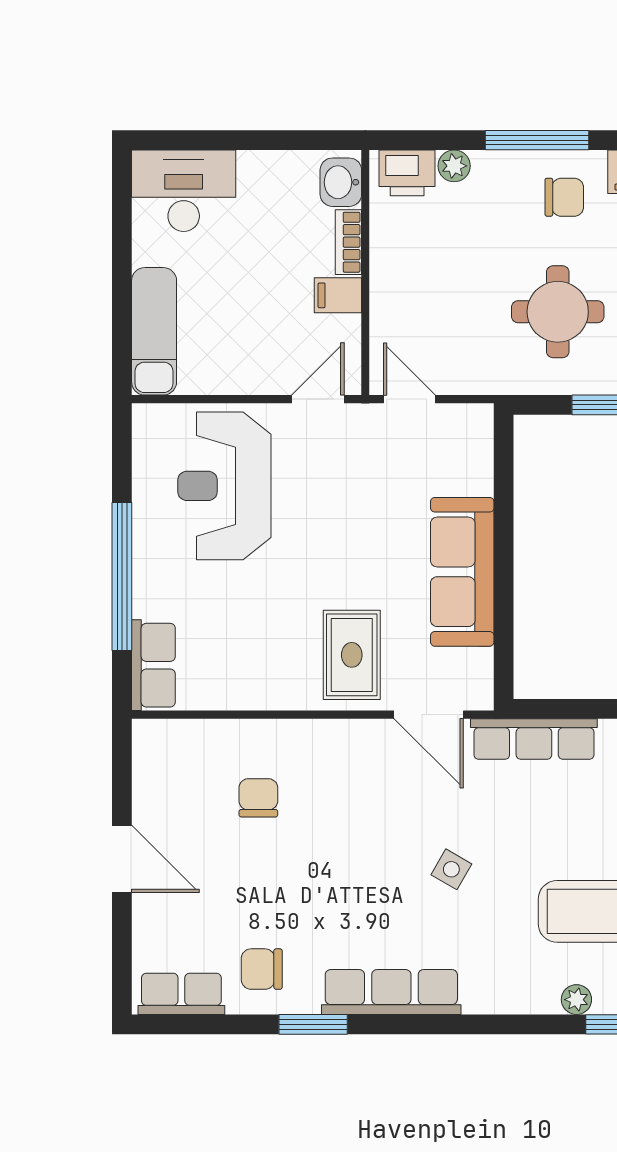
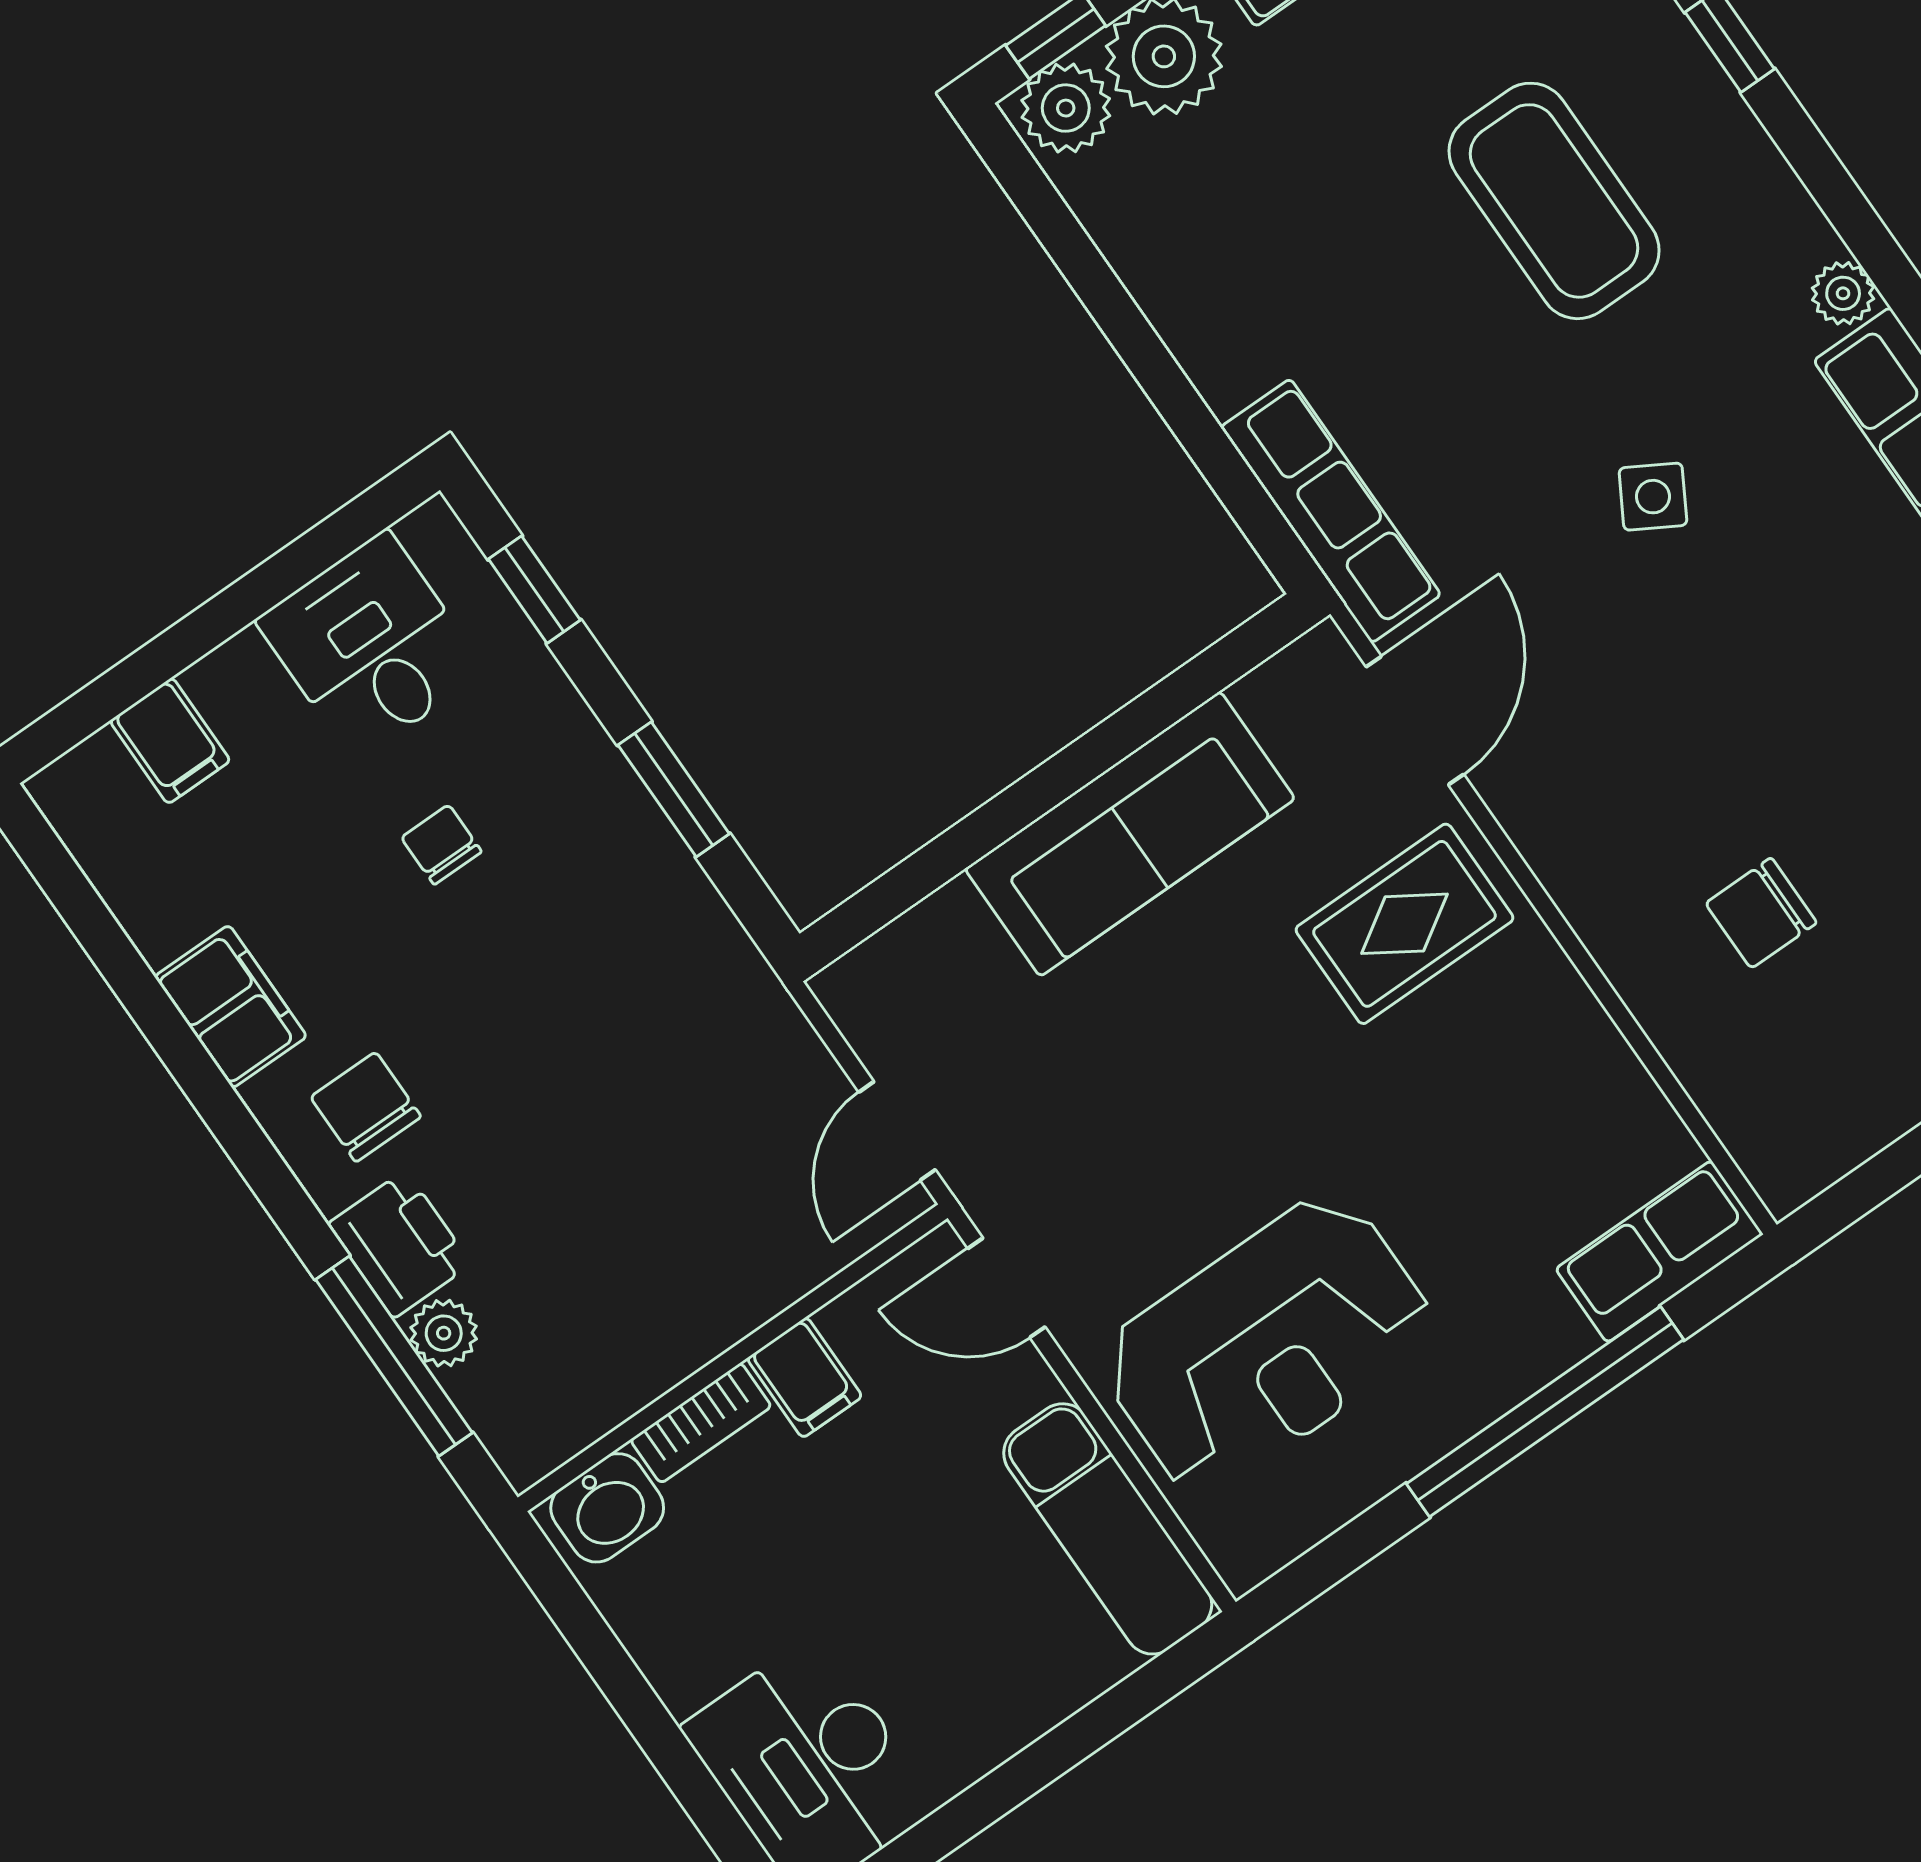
window: (537, 140) -> (394, 1356), moved
printer: (407, 173) -> (399, 1244), moved
round table: (558, 312) -> (570, 981), removed
exam couch: (154, 331) -> (1108, 1529), moved, turned -90
plant: (576, 1000) -> (1843, 293), moved

